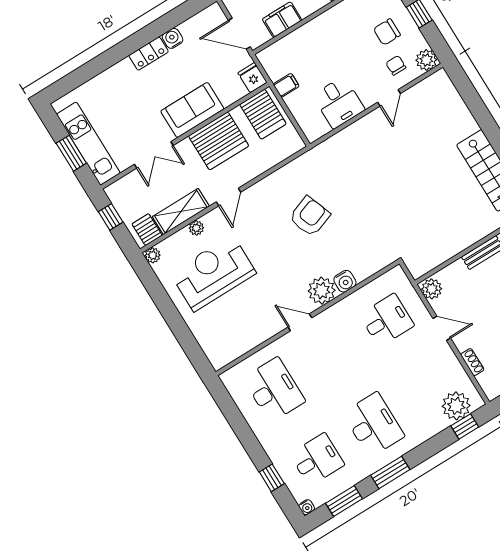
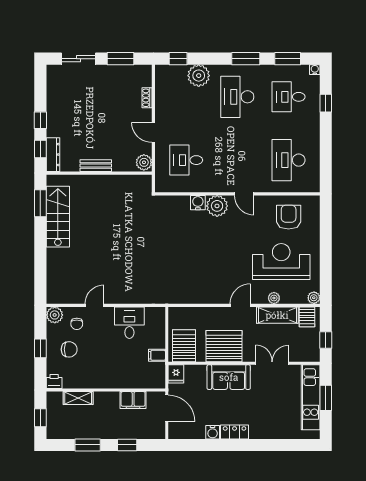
armchair: (310, 216) -> (289, 217), moved, turned 110
reception desk: (213, 273) -> (281, 261), turned 180
plant: (456, 406) -> (199, 76), moved

